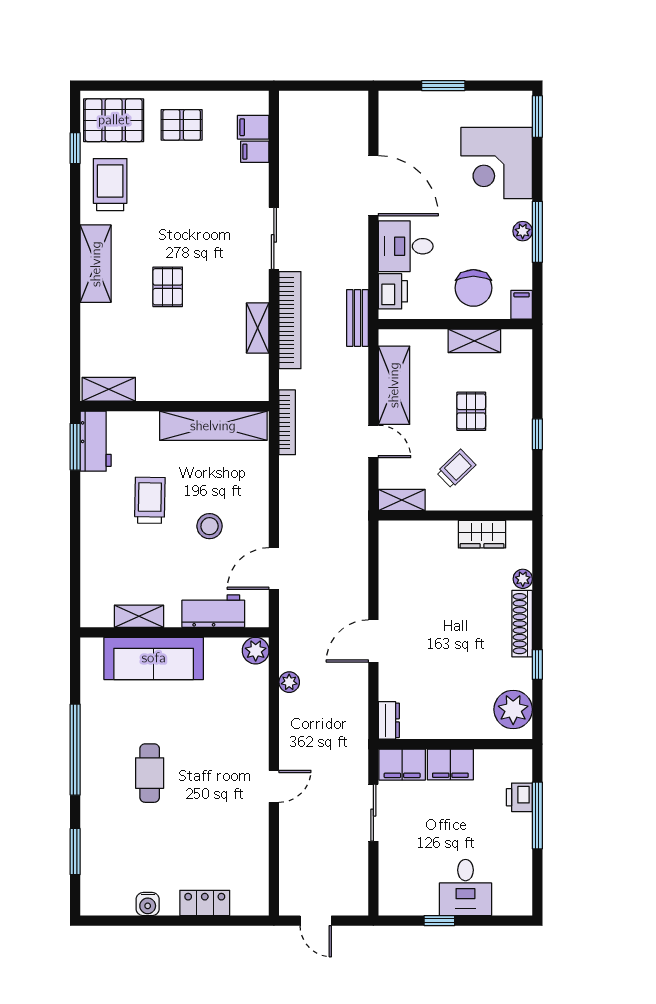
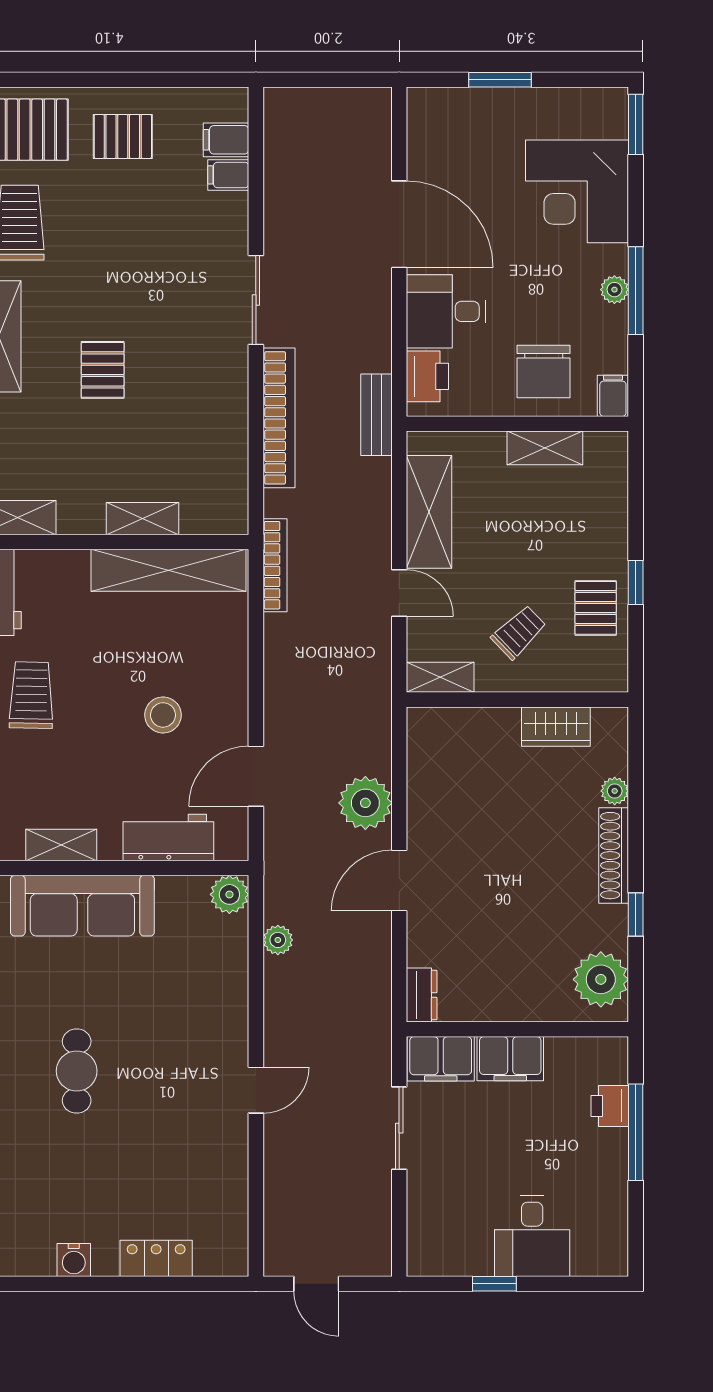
shelving: (258, 328) -> (143, 519), moved, turned 90
pallet: (471, 411) -> (596, 608), moved
trolley: (150, 500) -> (31, 695), moved
plant: (350, 587) -> (365, 803), added

